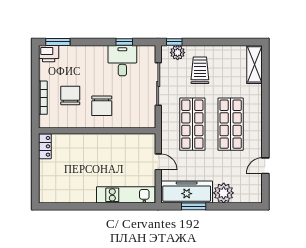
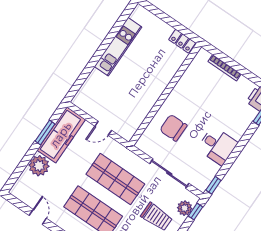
window: (124, 42) -> (213, 185), moved
desk: (122, 61) -> (217, 146), moved
chair: (70, 95) -> (211, 92), removed
chair: (102, 106) -> (173, 128), moved
kitchen unit: (126, 195) -> (118, 47), moved

